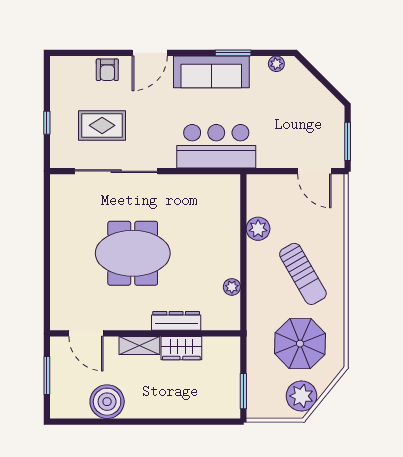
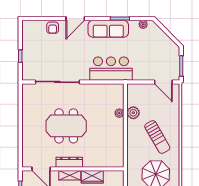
rug: (102, 125) -> (50, 57), removed
plant: (232, 287) -> (119, 113), moved
dresser: (176, 321) -> (69, 162), moved

